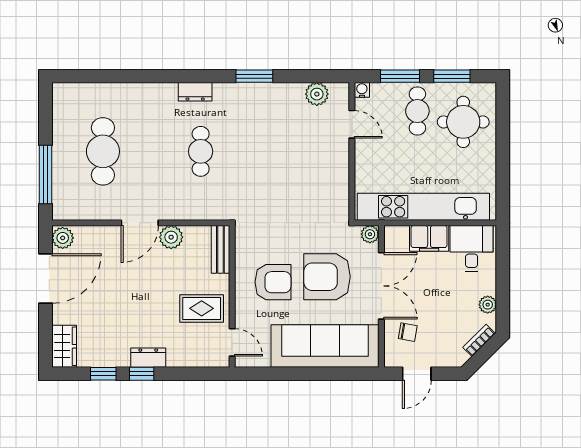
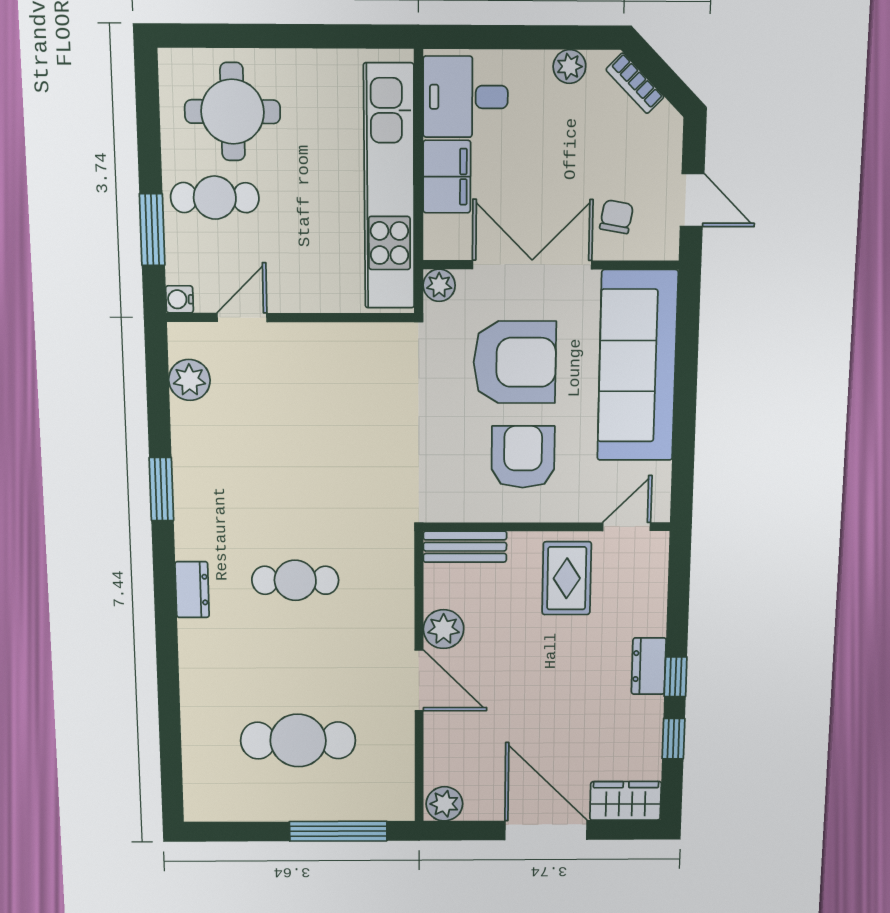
window: (452, 76) -> (149, 133), removed
armchair: (327, 277) -> (515, 362), turned -90
door: (46, 278) -> (546, 830), moved

